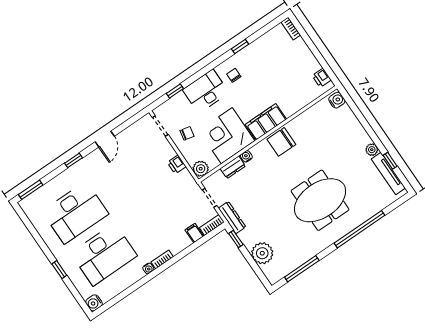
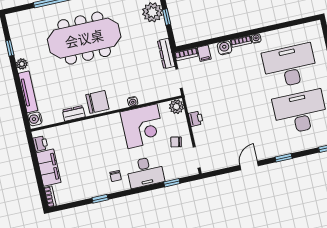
filing cabinet: (266, 122) -> (48, 168), moved, turned -90
dresser: (233, 167) -> (74, 113), moved
tv unit: (388, 174) -> (28, 92), moved
meeting table: (320, 200) -> (84, 38), width x1.36
window: (236, 239) -> (167, 17), moved
water cooler: (94, 303) -> (224, 48), moved, turned -90

